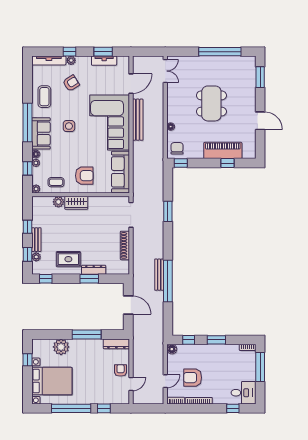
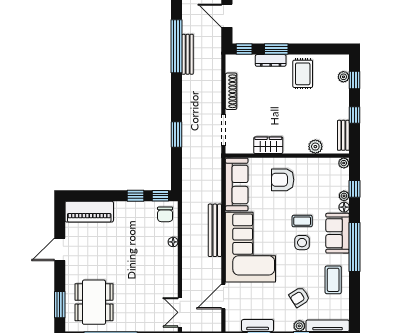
dining table: (211, 103) -> (94, 302), moved
bench: (138, 120) -> (215, 230), moved
door: (260, 121) -> (60, 249), hinge flipped
piano: (223, 150) -> (89, 212), moved
window: (227, 163) -> (135, 196), moved
coffee table: (56, 182) -> (302, 221), moved
wardrobe: (76, 203) -> (268, 145), moved
bench: (36, 240) -> (343, 135), moved
rug: (68, 259) -> (303, 74), turned 90
window: (46, 279) -> (244, 49), moved

